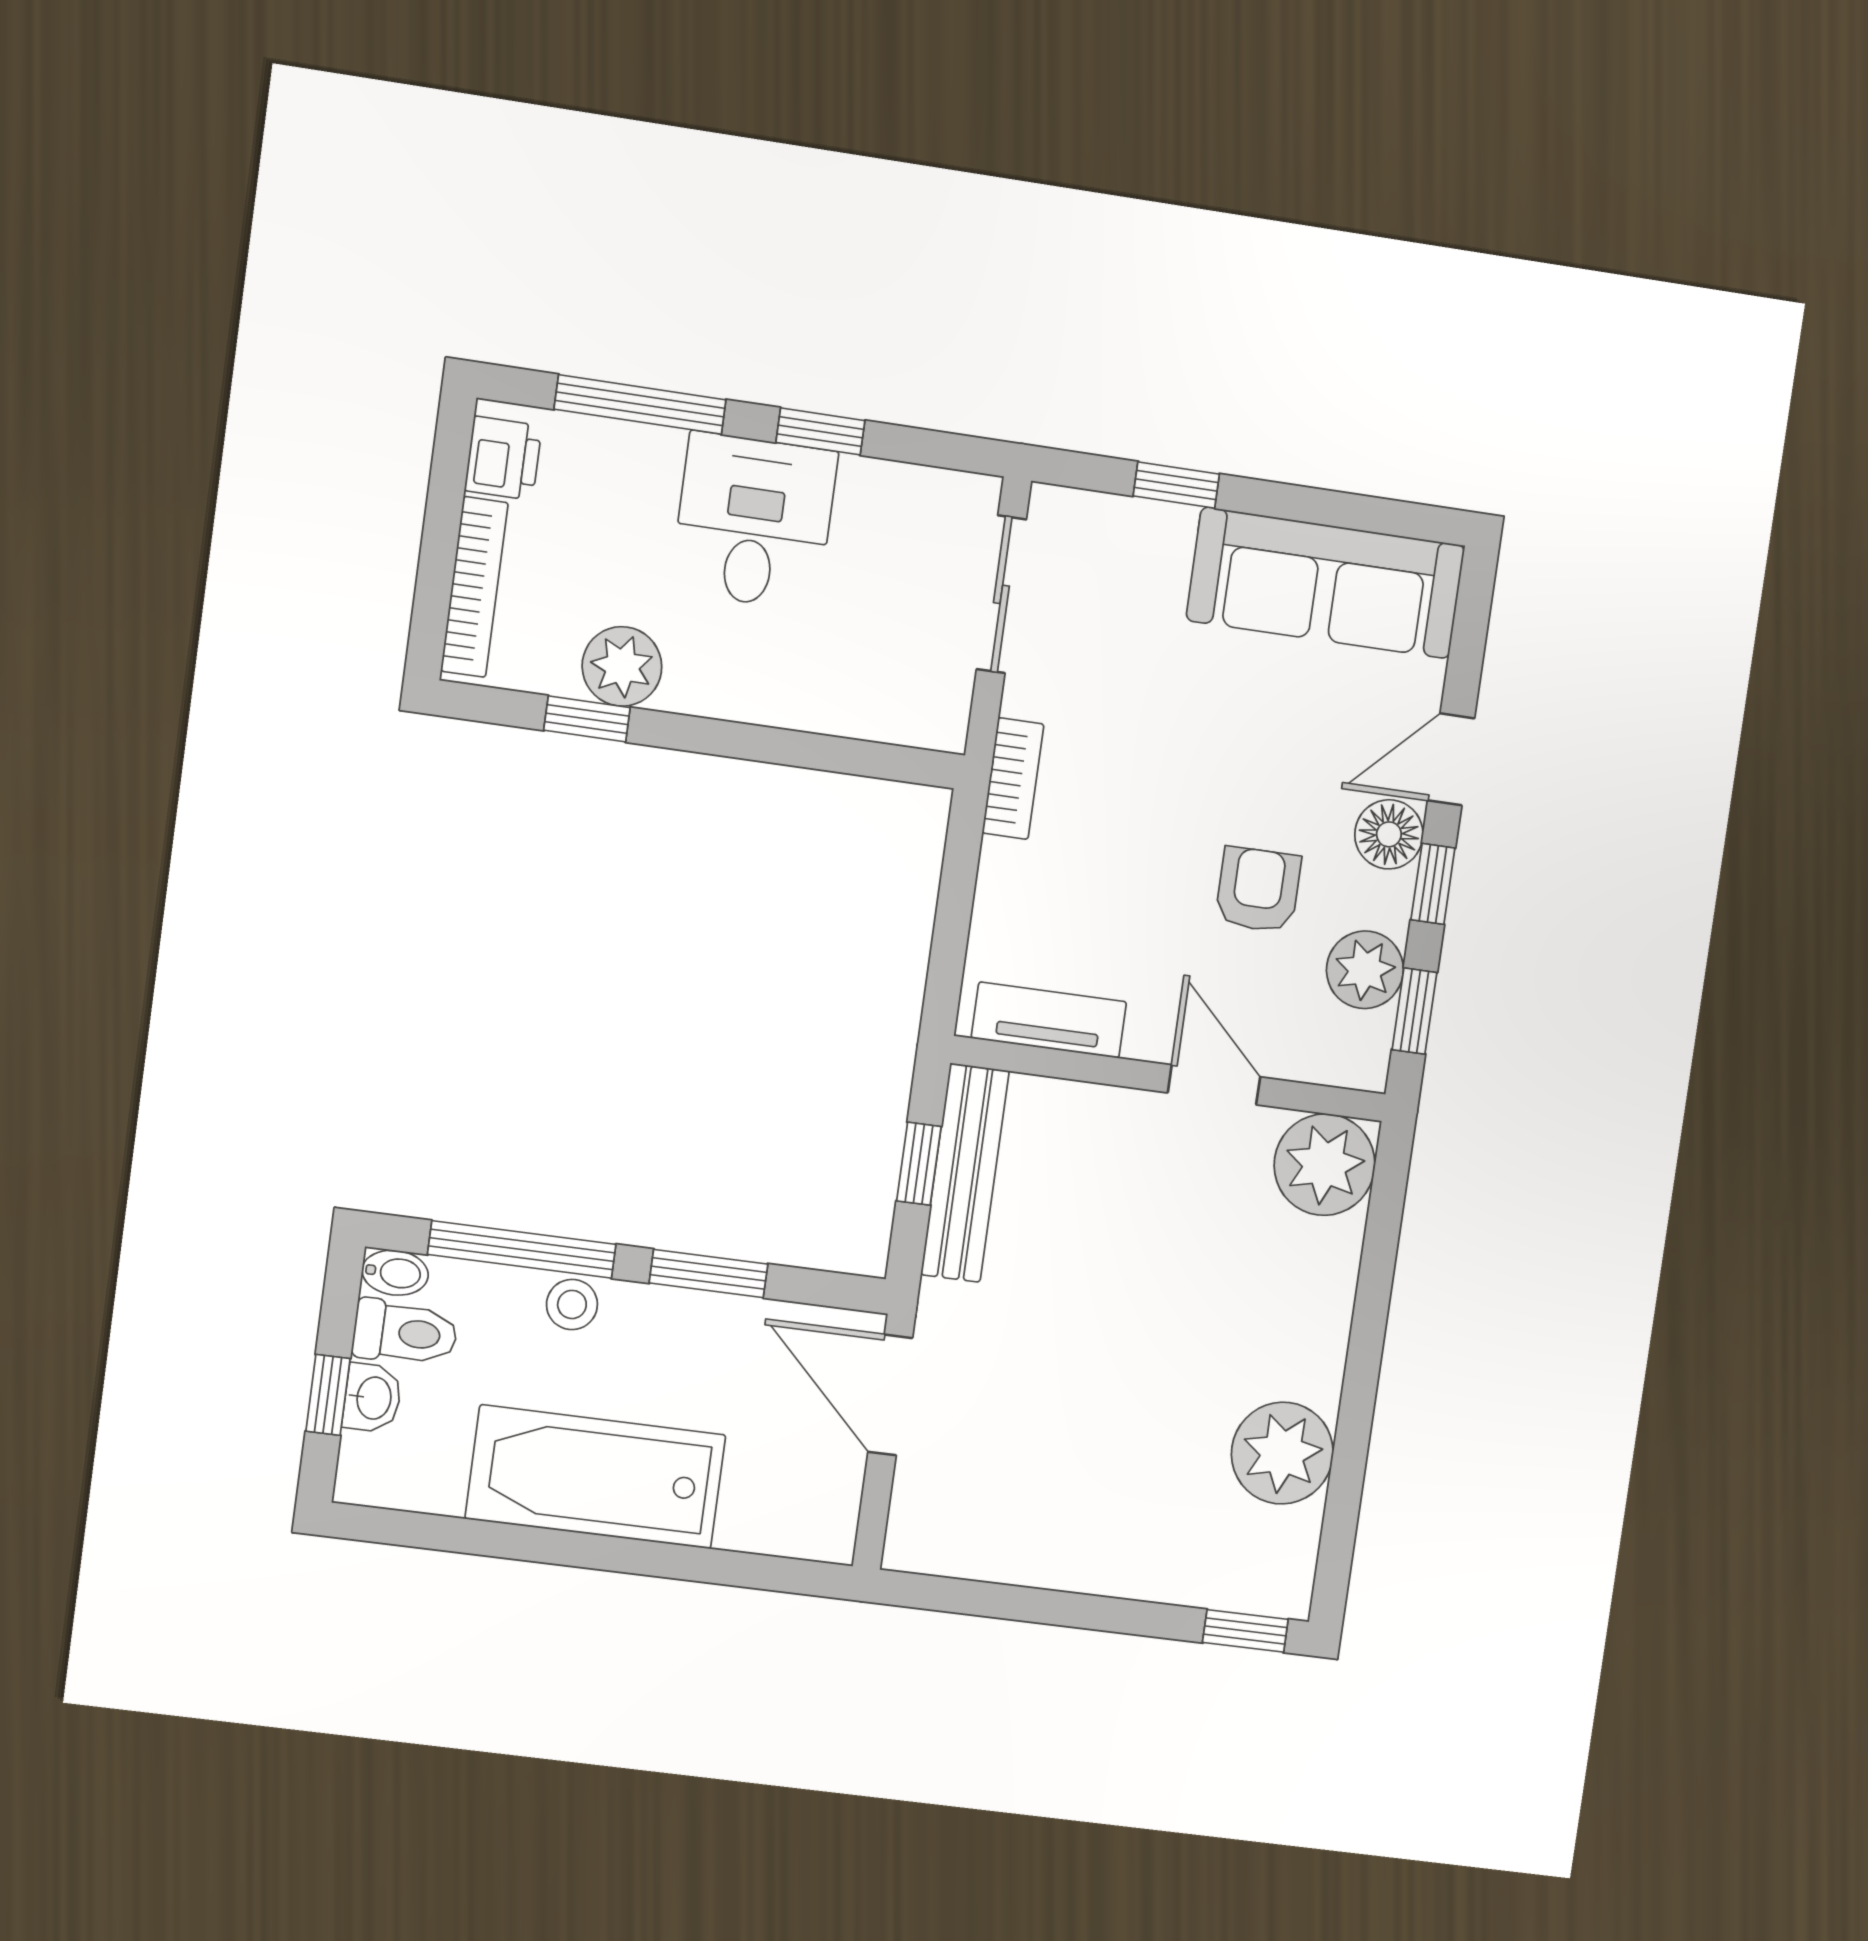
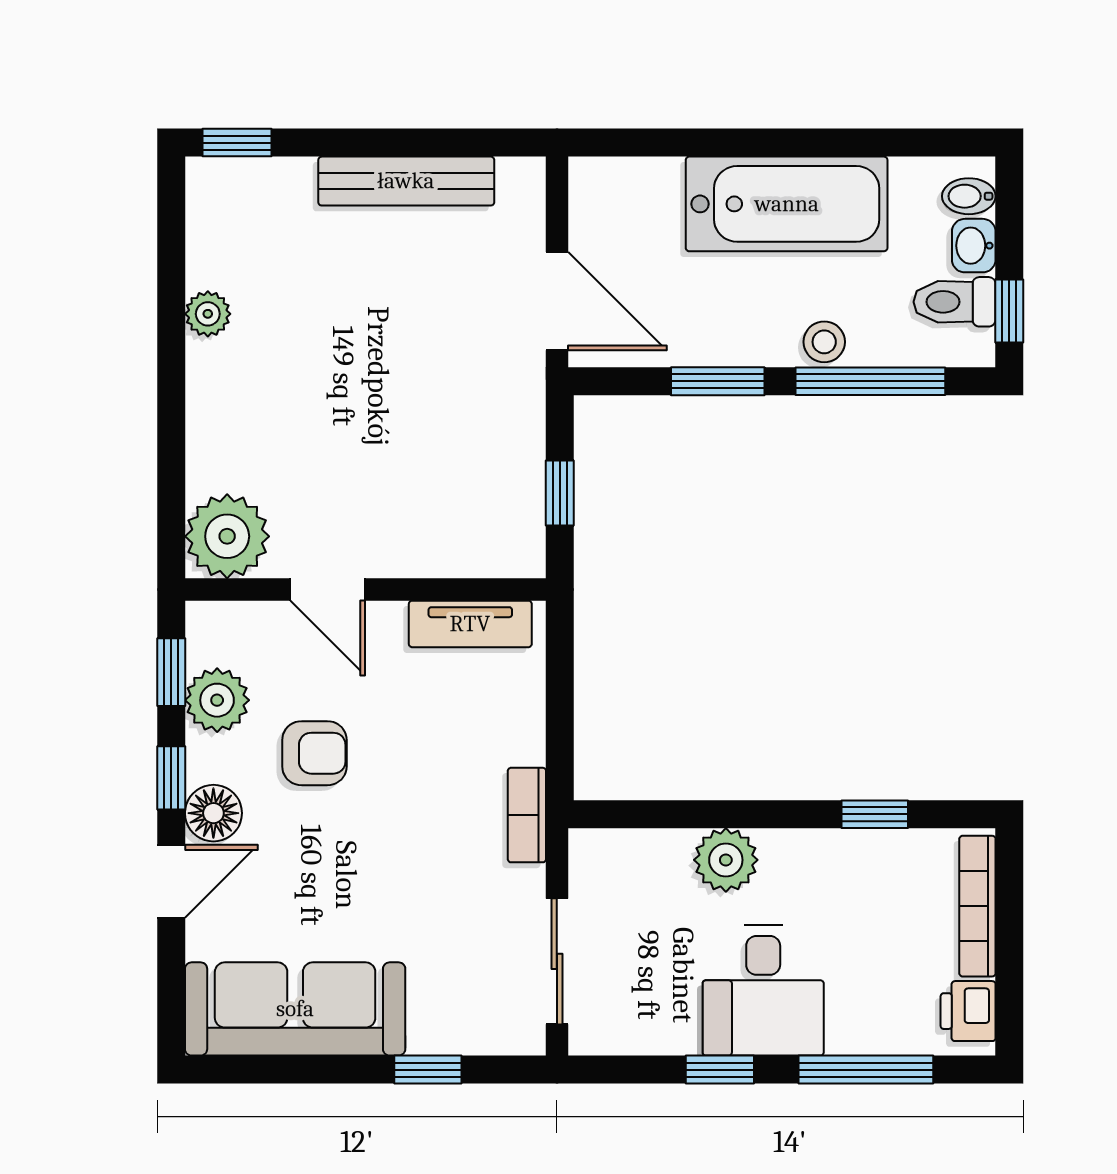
plant: (622, 666) -> (726, 860), moved
armchair: (1258, 890) -> (314, 753), turned -90
bench: (965, 1173) -> (406, 181), moved, turned 90
bidet: (395, 1273) -> (969, 196), moved
window: (328, 1395) -> (1009, 311), moved
plant: (1282, 1453) -> (208, 314), width x0.53, depth x0.53

